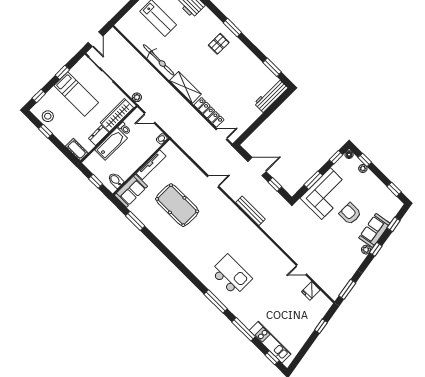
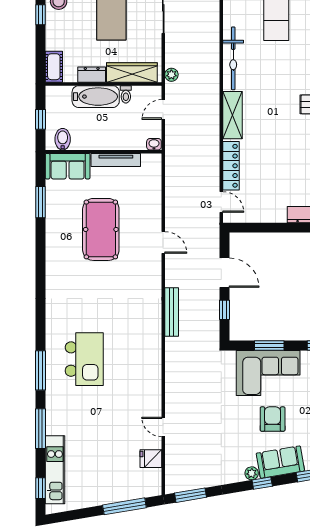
door: (150, 118) -> (163, 109), hinge flipped
window: (321, 326) -> (124, 506), width x2.17

